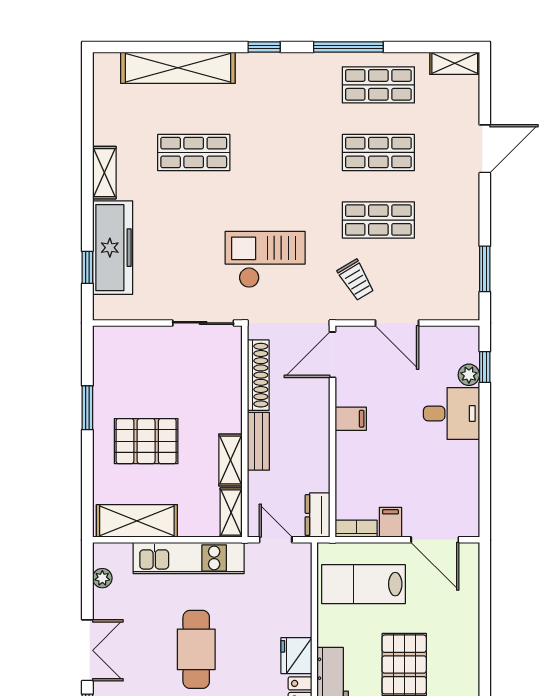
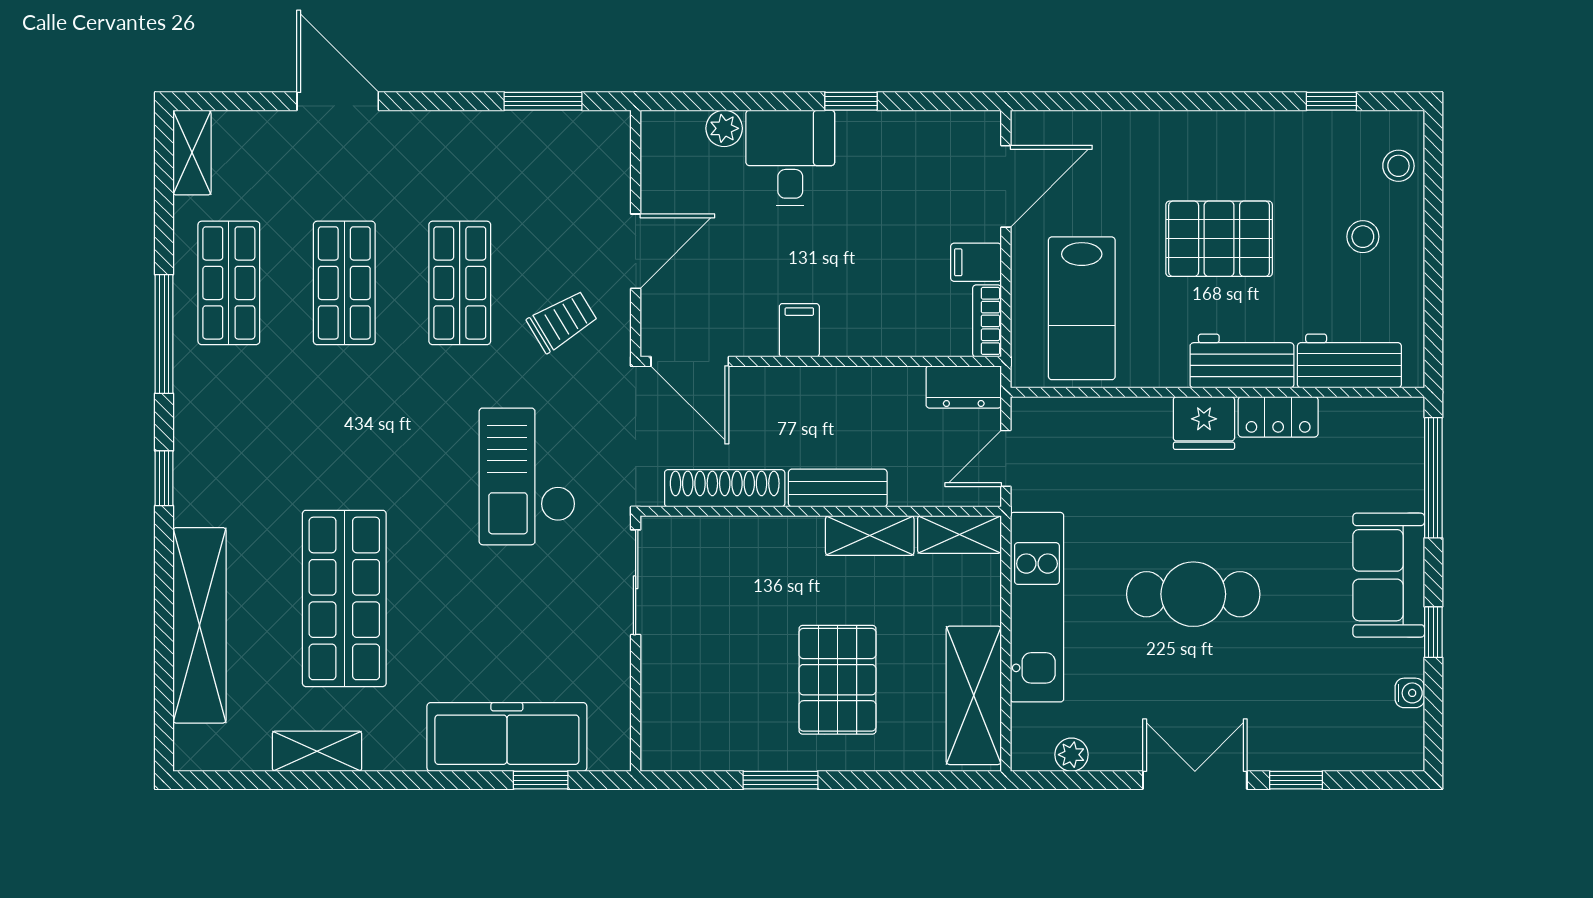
shop shelf: (194, 152) -> (344, 598), width x1.43, depth x1.36
shelving: (104, 173) -> (317, 751), moved
window: (485, 367) -> (851, 101), moved

